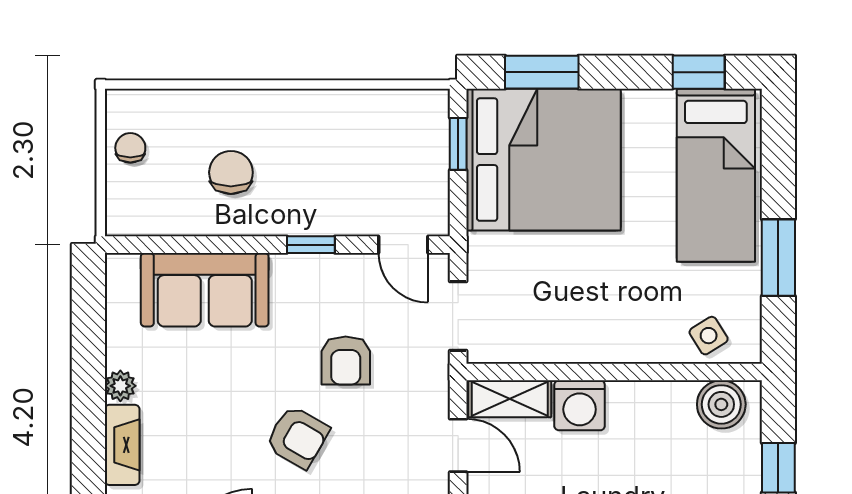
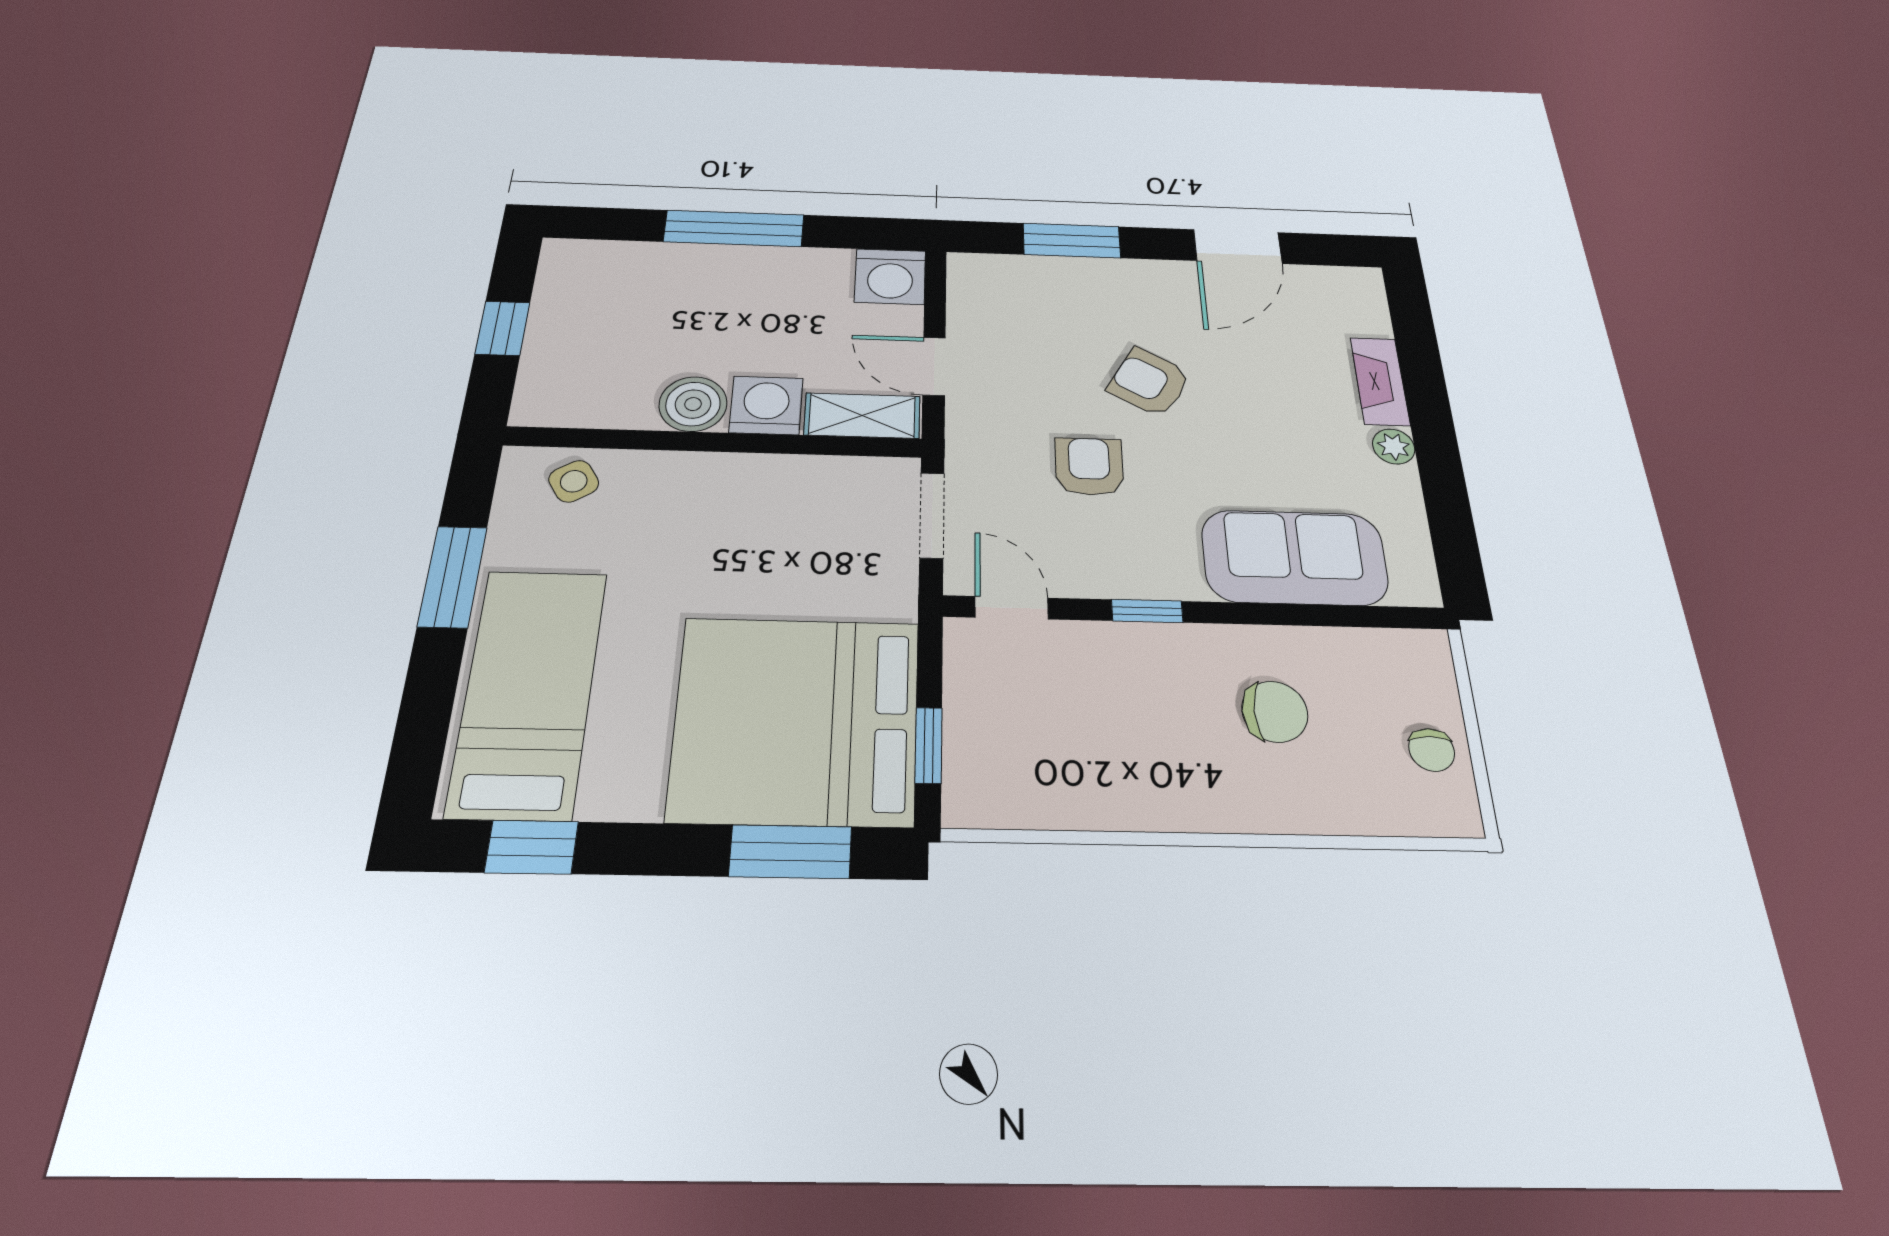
chair: (231, 172) -> (1275, 712), turned -90
boiler: (721, 404) -> (693, 404), moved

